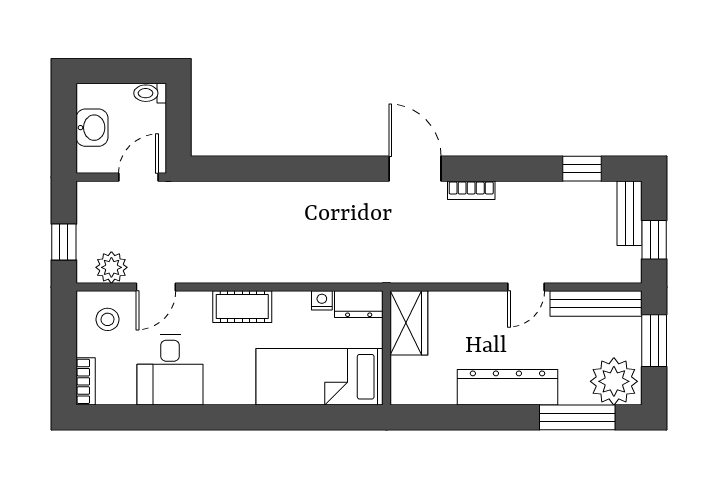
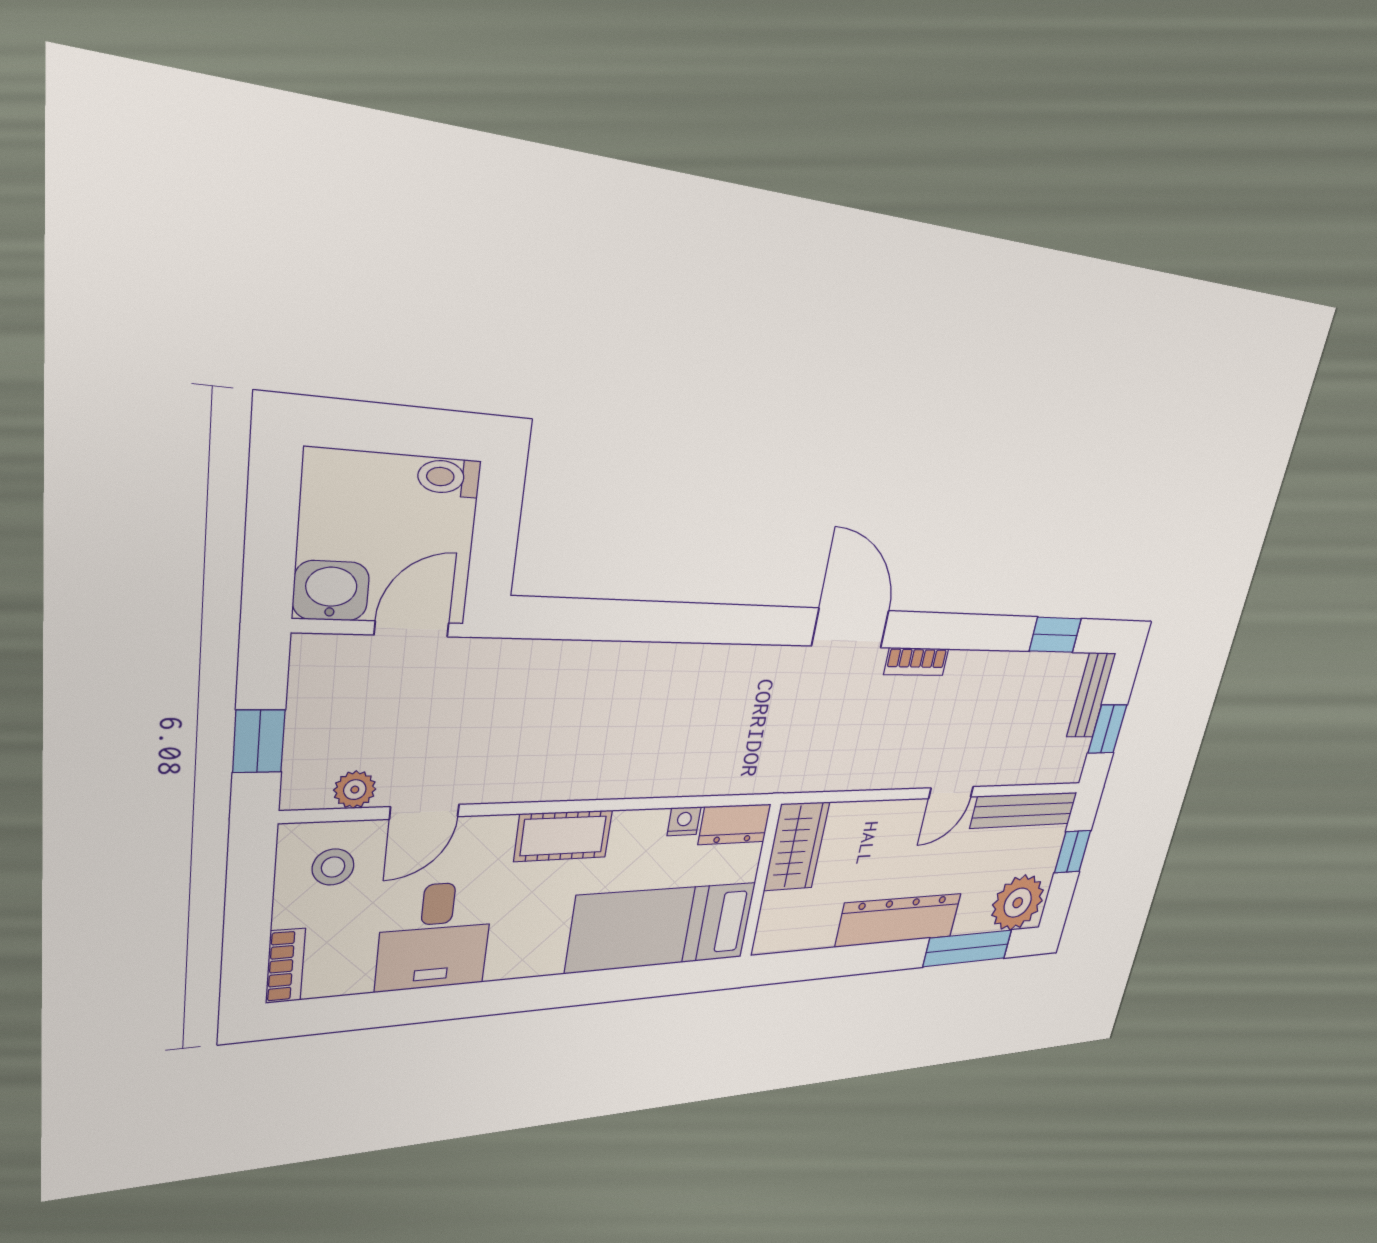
washbasin: (92, 128) -> (331, 591), moved, turned -90
plant: (111, 267) -> (355, 790), width x0.73, depth x0.73
window: (654, 341) -> (1073, 852), width x0.67

